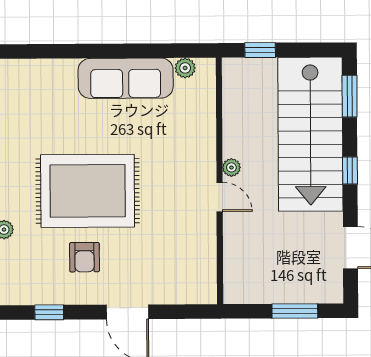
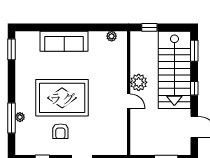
sofa: (126, 78) -> (64, 41), moved
plant: (231, 167) -> (139, 82), width x1.87, depth x1.87

